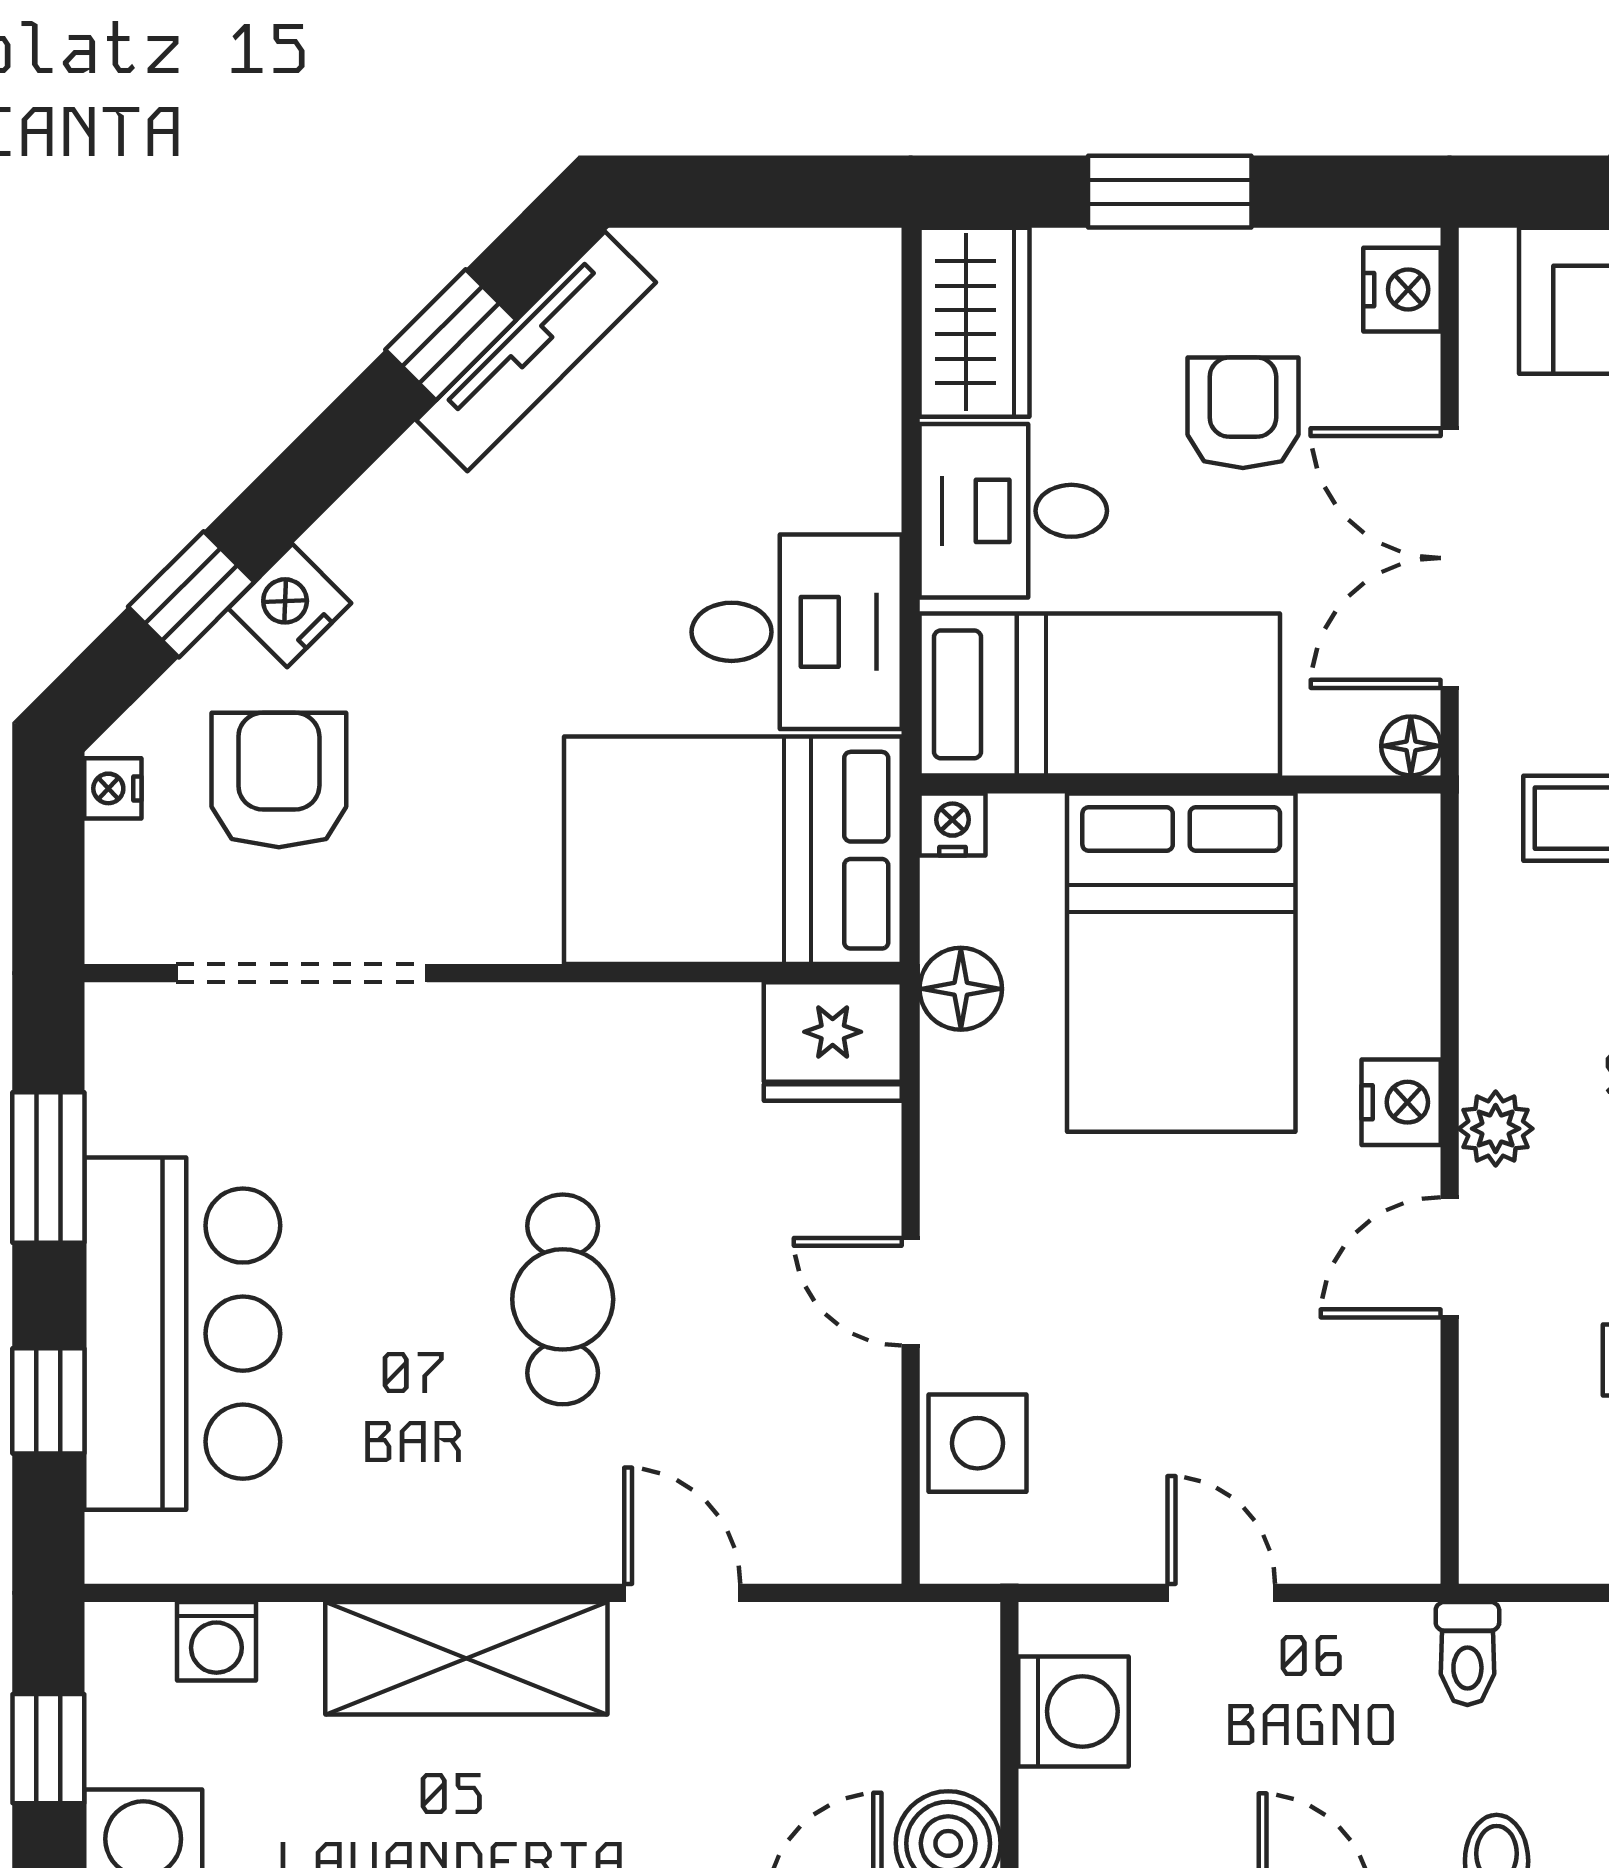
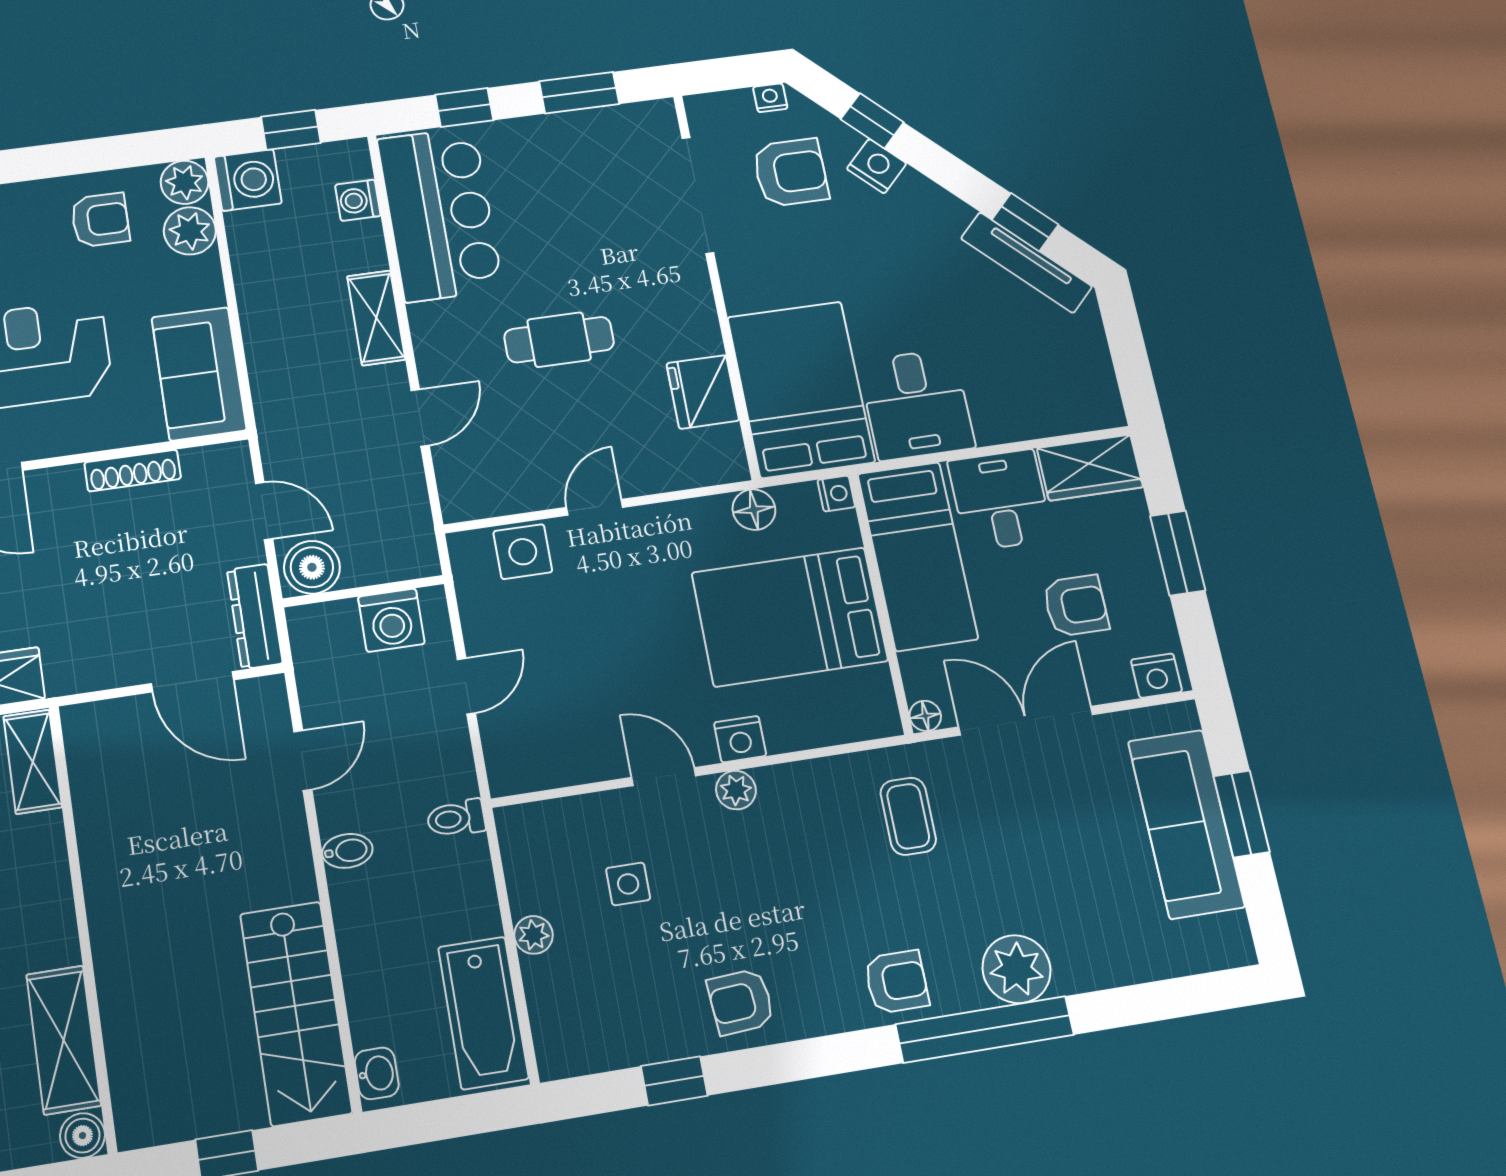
fridge: (833, 1041) -> (703, 392), moved
bar counter: (182, 1334) -> (440, 214), moved, turned -90
shelving: (466, 1658) -> (376, 318), width x0.67, depth x0.75

